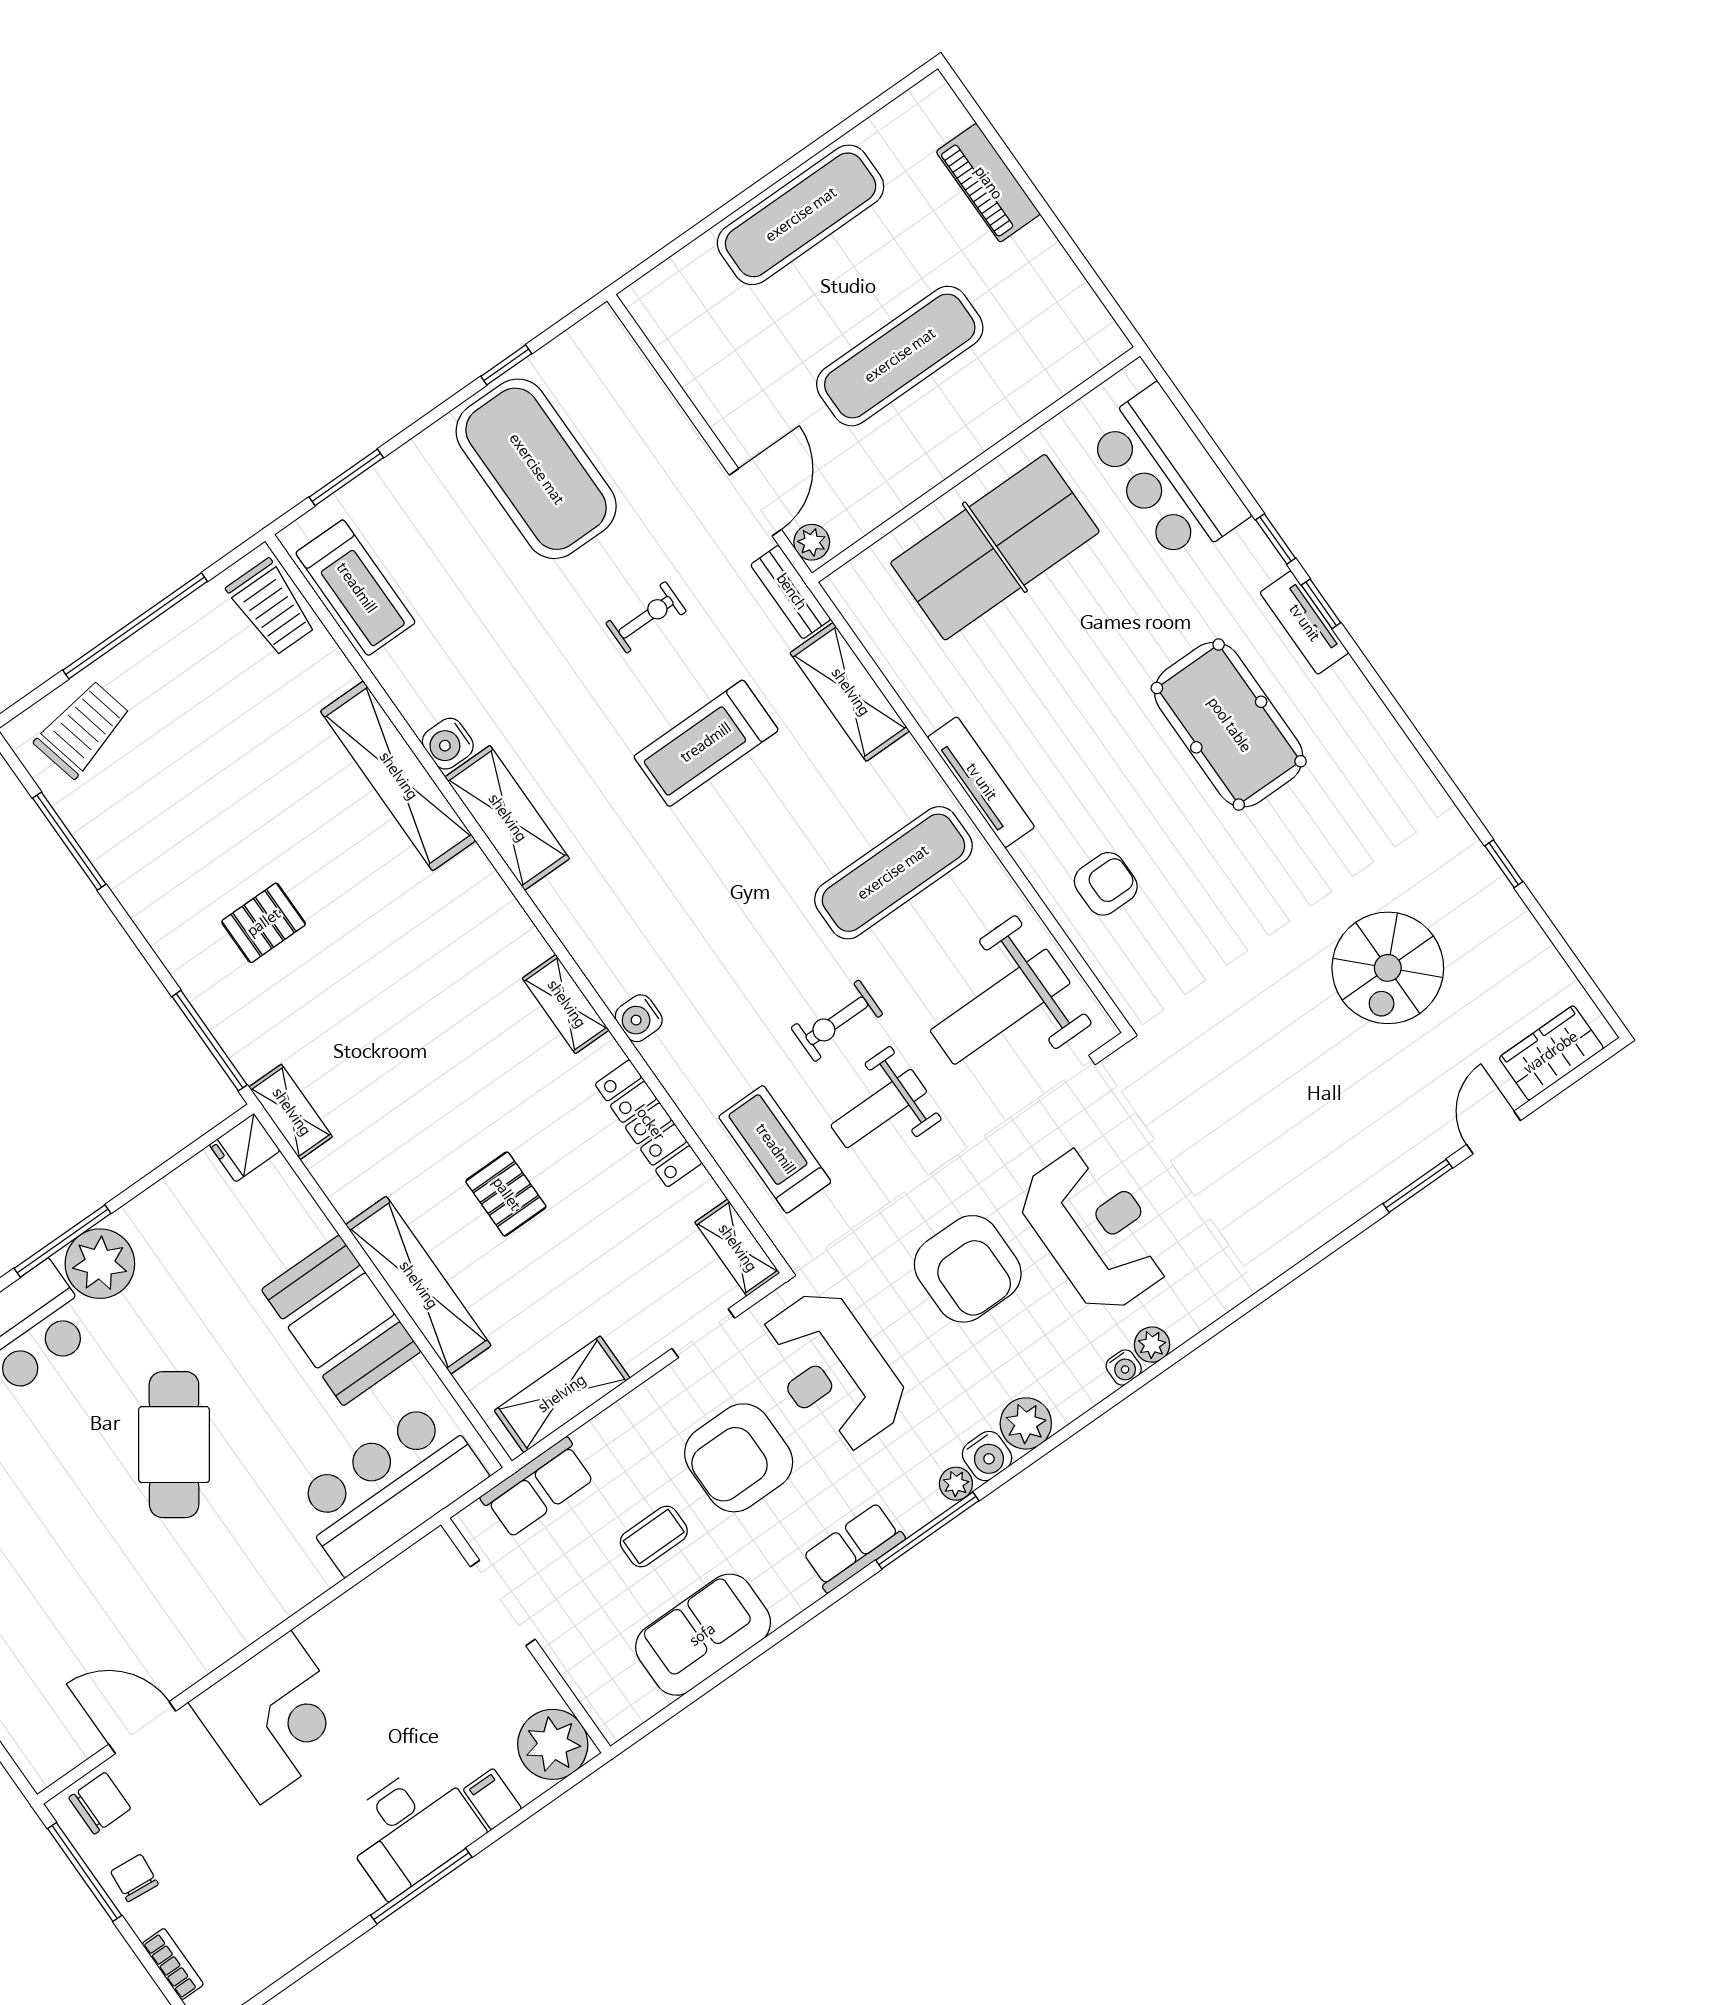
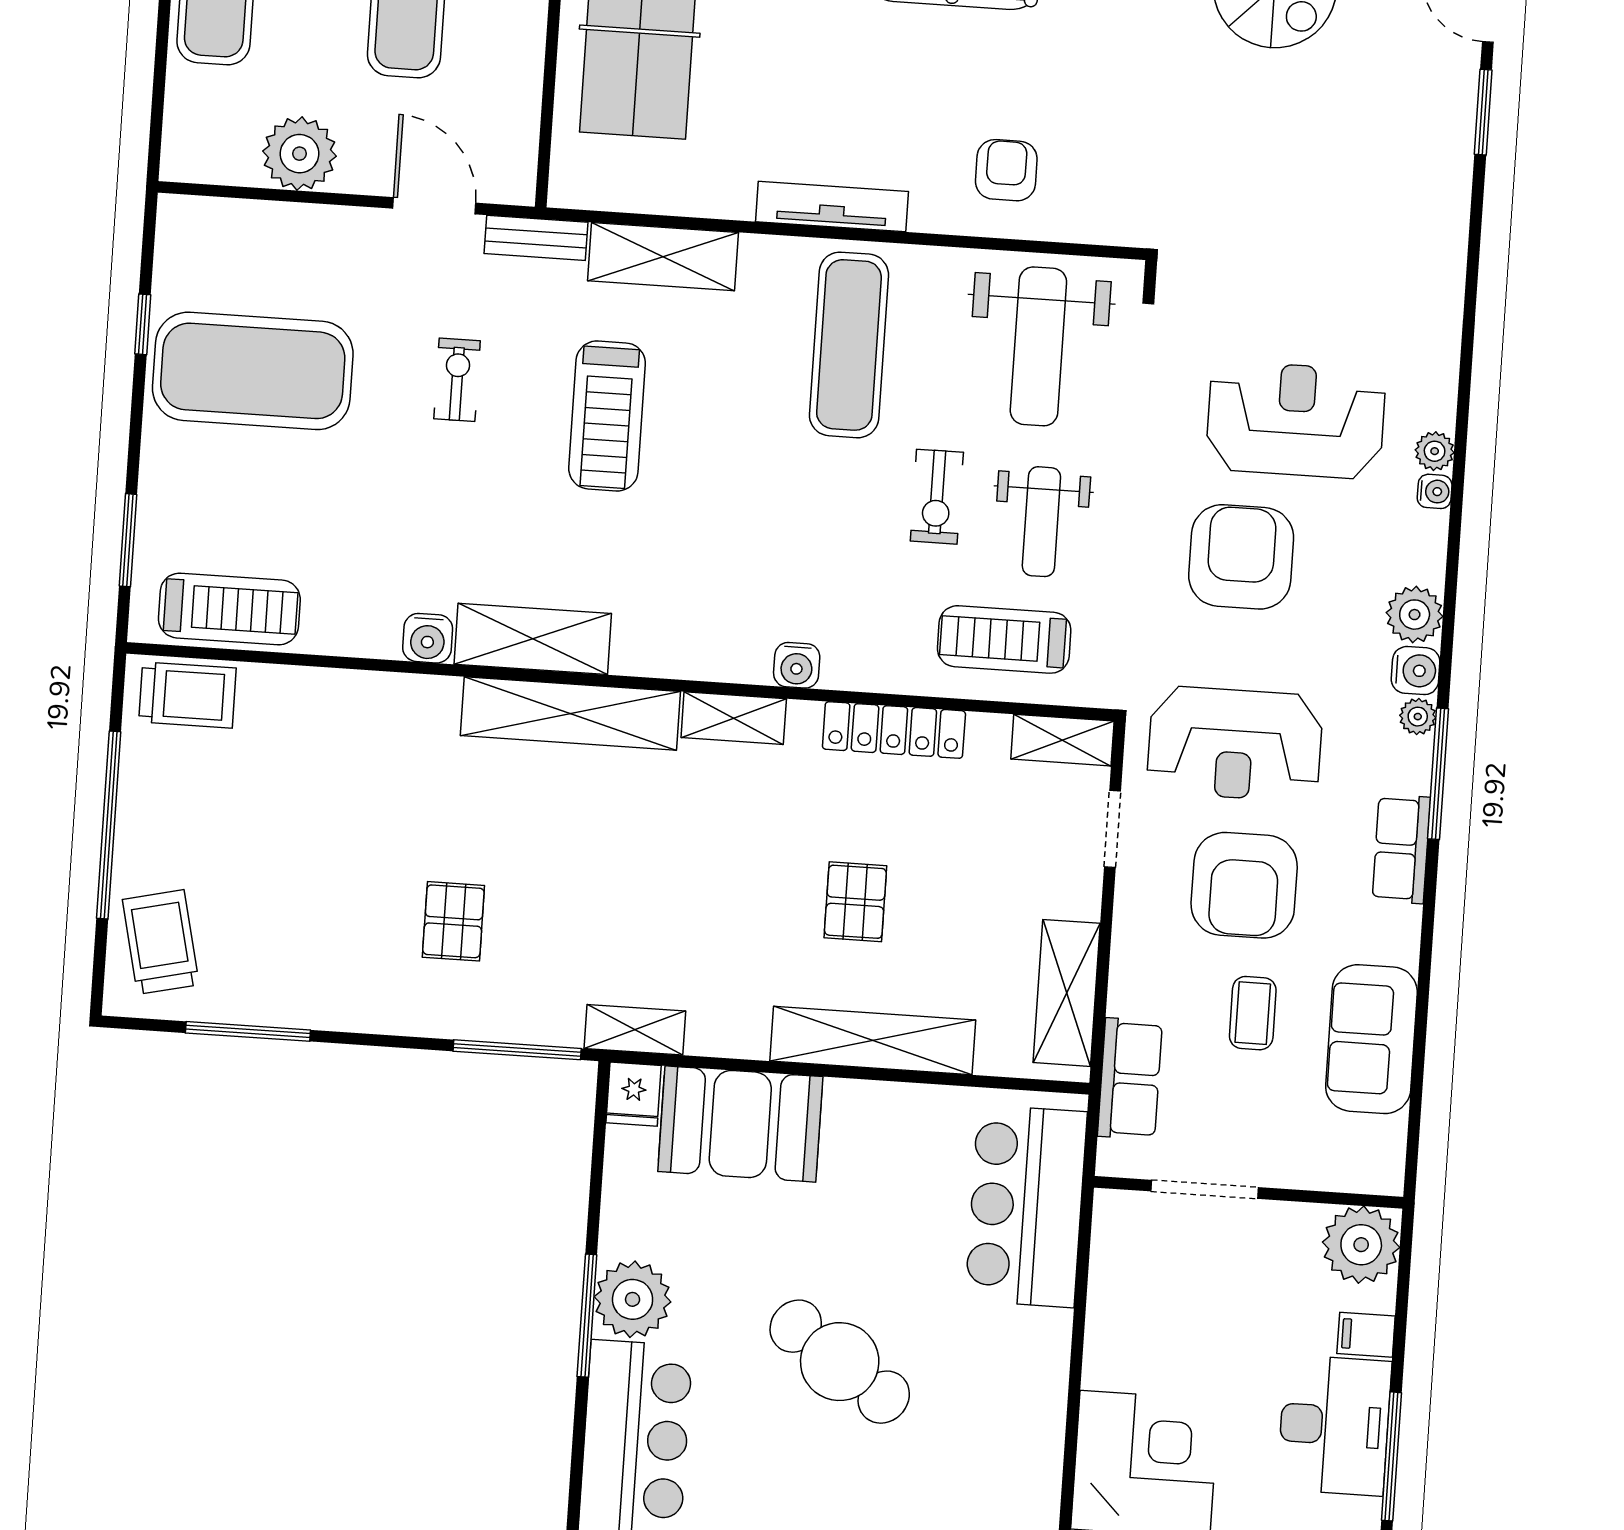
plant: (812, 542) -> (300, 154), moved, width x1.88, depth x1.88
shelving: (398, 776) -> (570, 714), moved
pallet: (506, 1194) -> (855, 902), turned 90
armchair: (968, 1269) -> (1241, 557), turned -90
booth: (341, 1320) -> (740, 1124), moved

